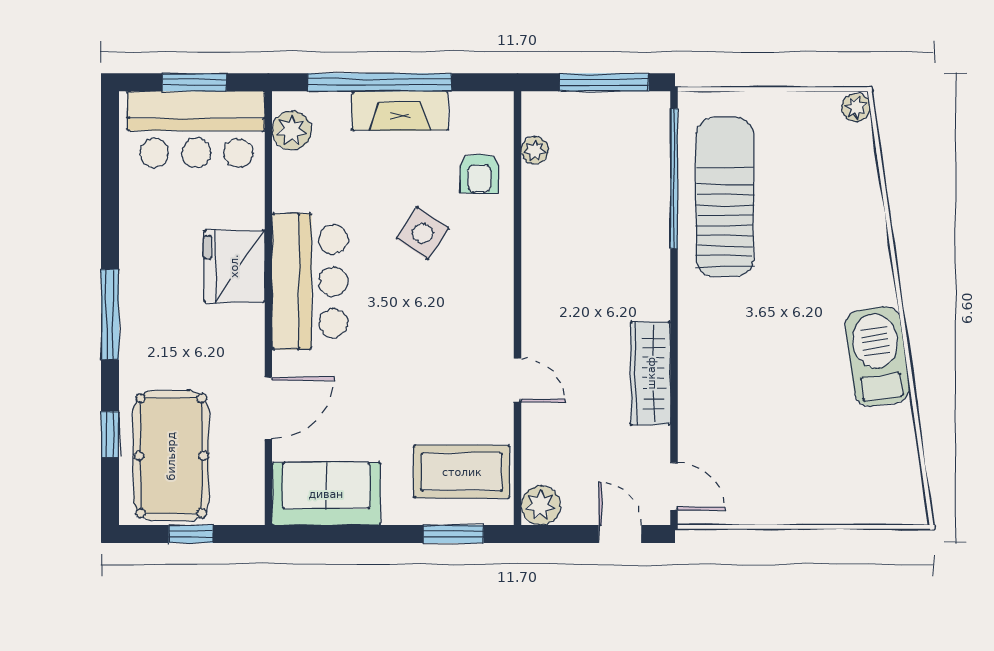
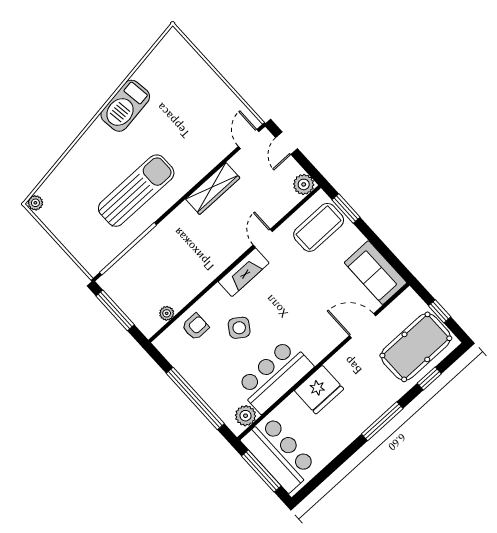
window: (194, 82) -> (261, 471), width x1.44
fireplace: (400, 111) -> (244, 272), moved, turned 90
sun lounger: (725, 197) -> (136, 191), moved, turned 180
bar counter: (310, 281) -> (275, 376), moved
coffee table: (462, 472) -> (319, 227), turned 90

